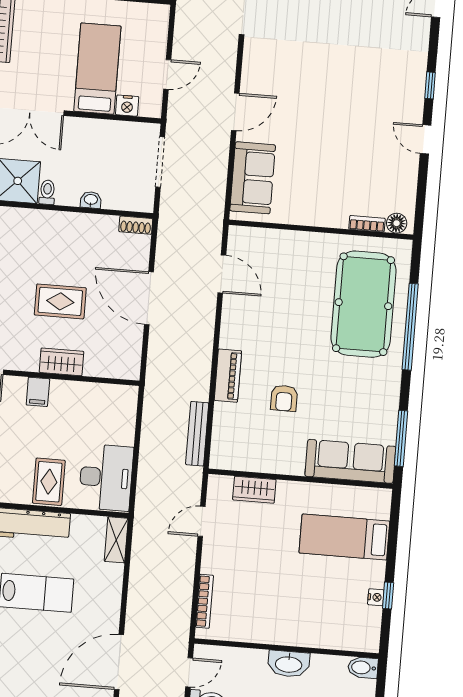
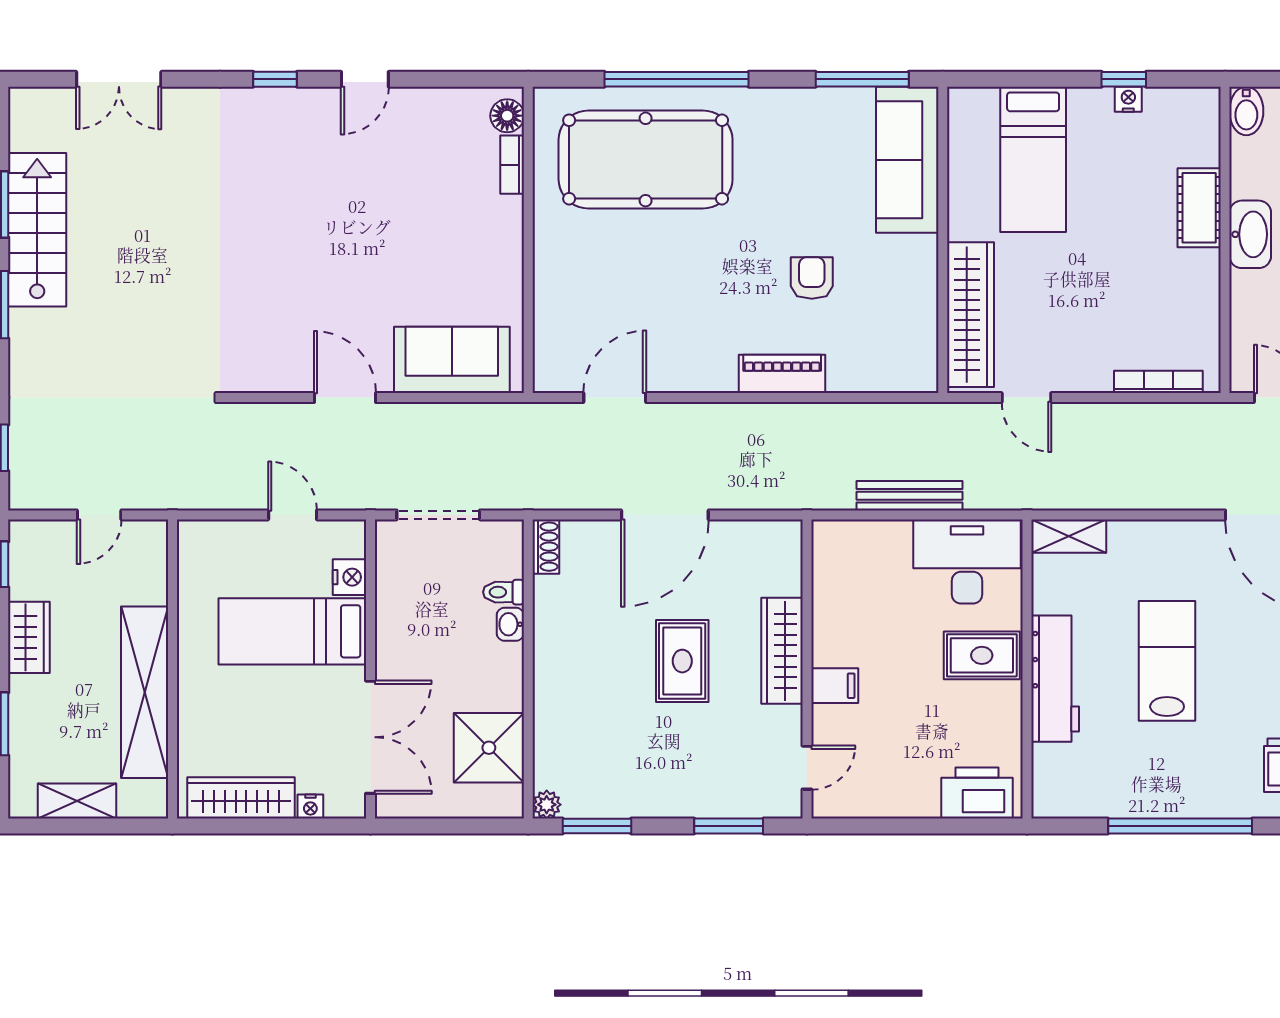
toilet: (47, 192) -> (504, 592), moved
wardrobe: (61, 362) -> (782, 651), width x1.50
armchair: (284, 398) -> (812, 278), turned -90
bench: (197, 434) -> (910, 496), moved
wardrobe: (254, 490) -> (971, 315), width x2.10, depth x1.17
cot: (307, 634) -> (1199, 208), added

